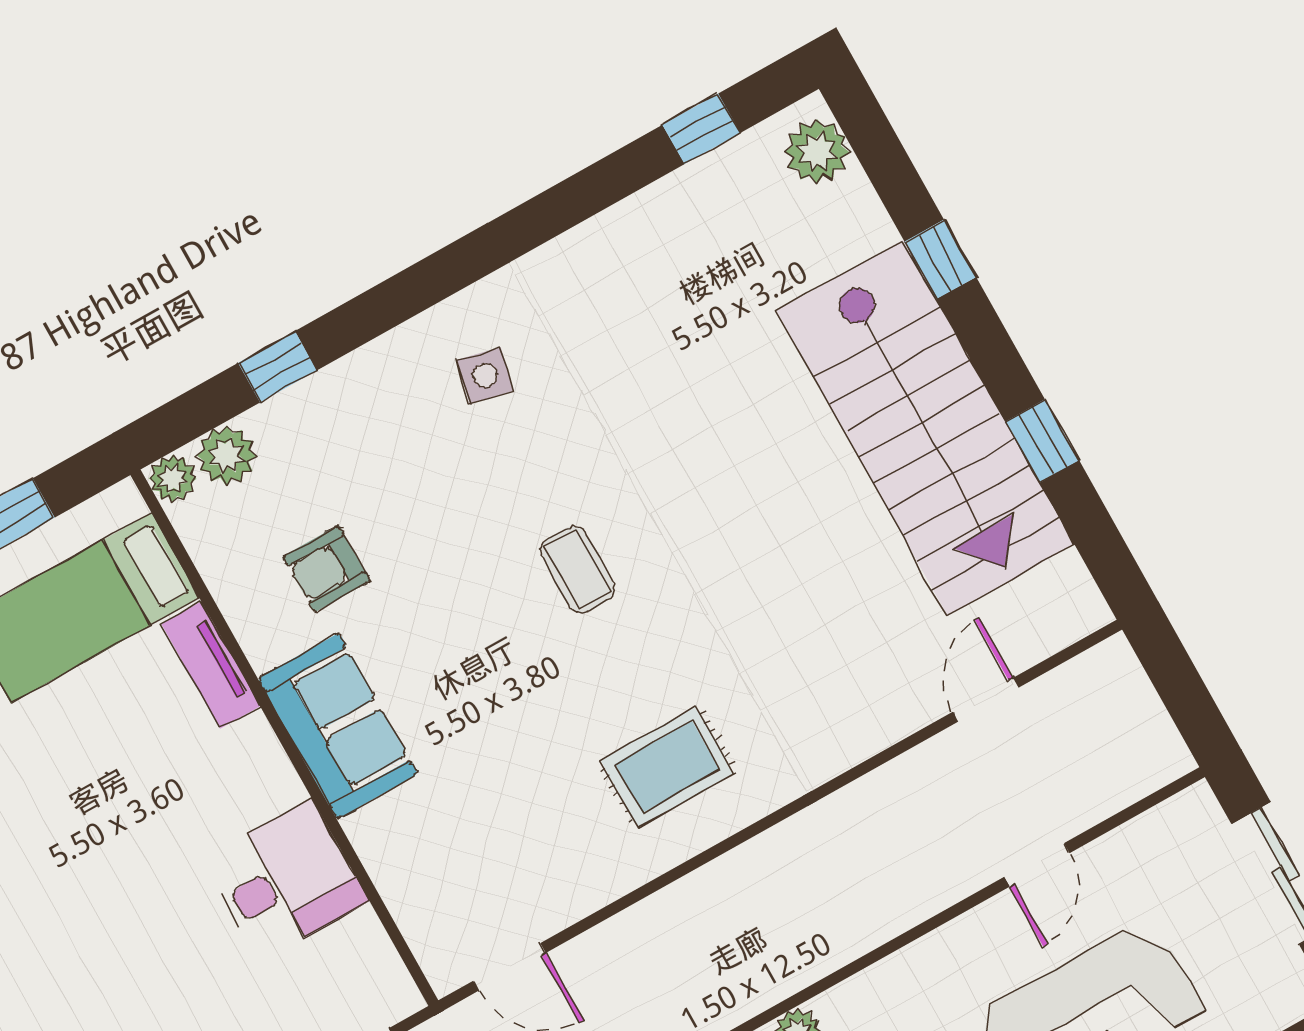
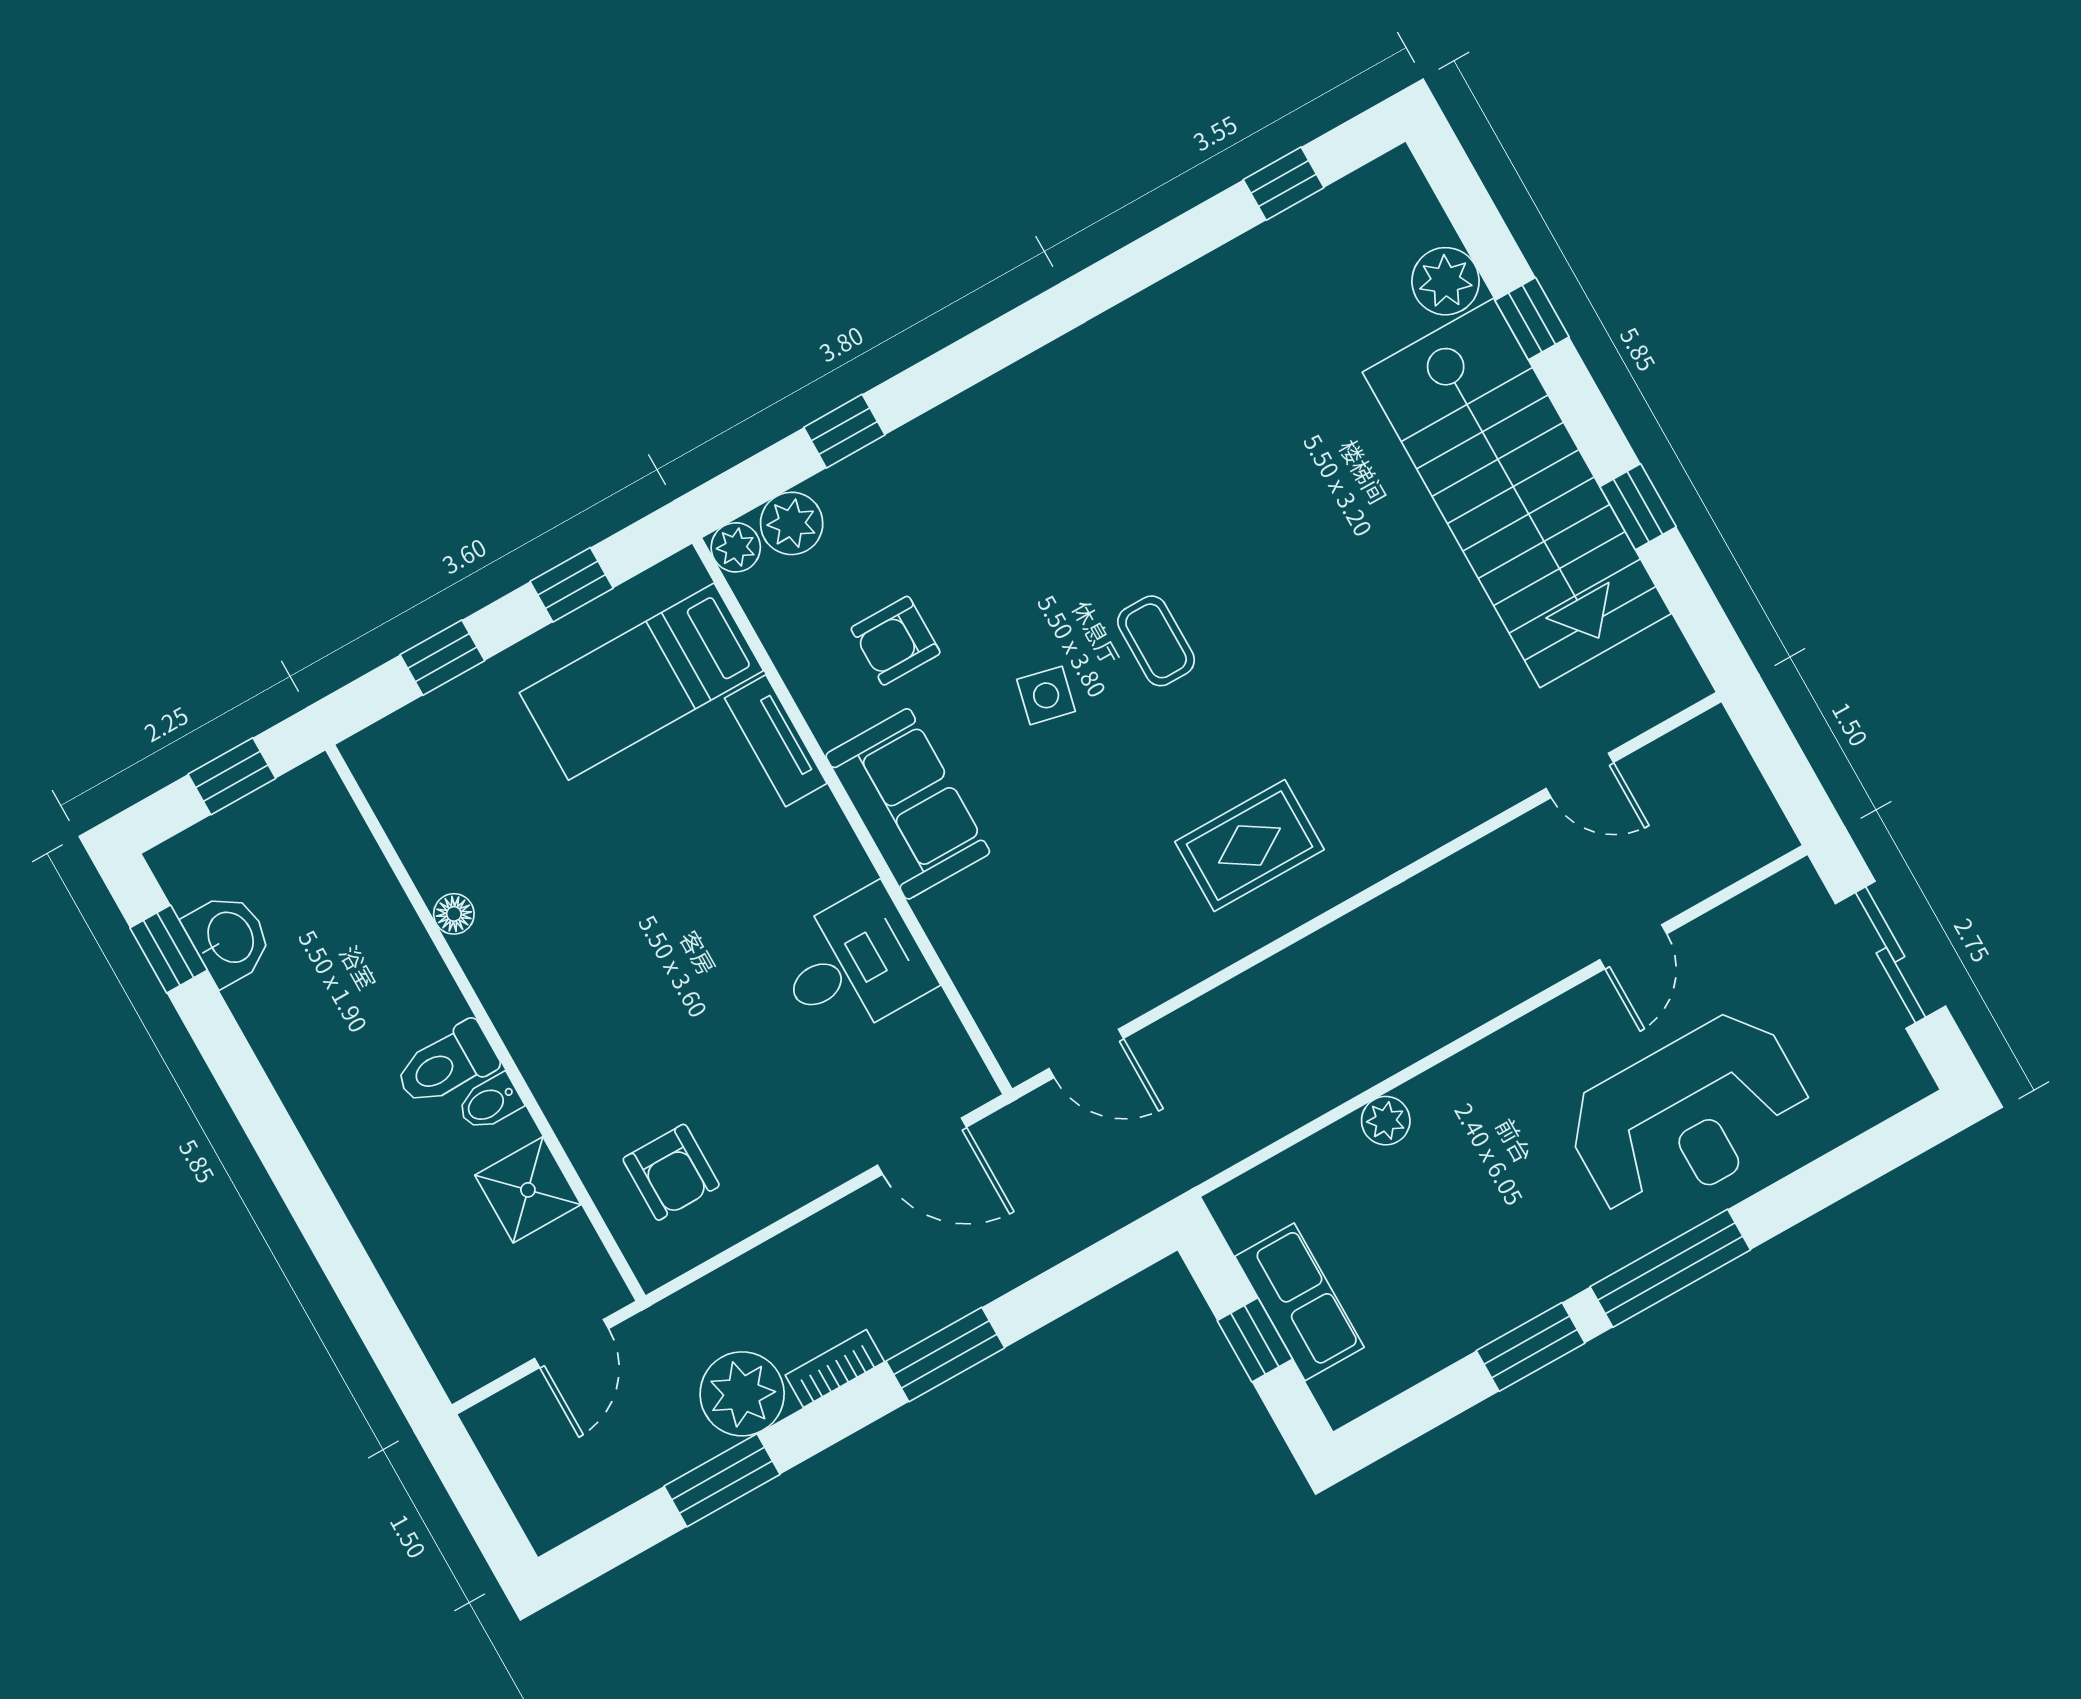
plant: (817, 152) -> (1446, 281), moved
side table: (485, 375) -> (1046, 695), moved
door: (986, 700) -> (1580, 775), swing flipped

